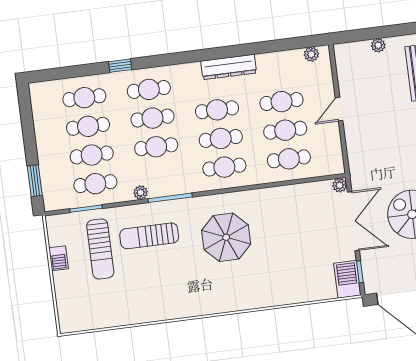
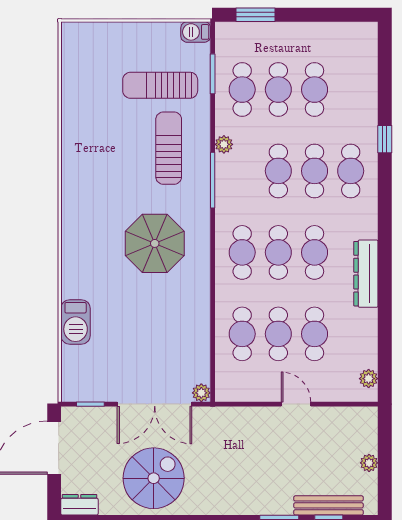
cafe table: (84, 98) -> (351, 90), removed
barbecue: (59, 258) -> (196, 32), moved
barbecue: (347, 279) -> (76, 322), moved, turned 90

